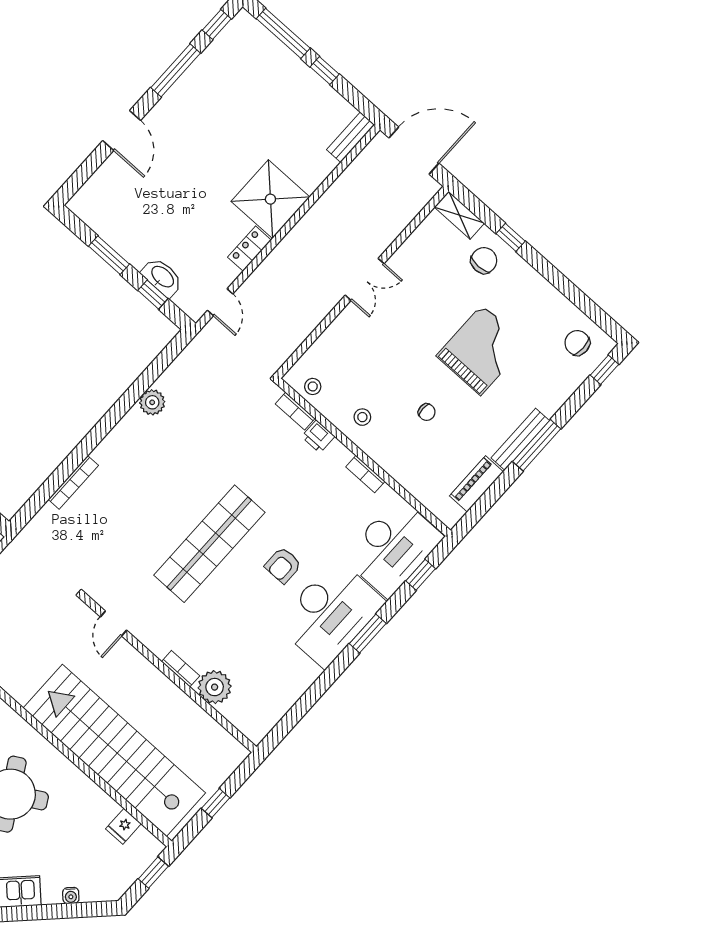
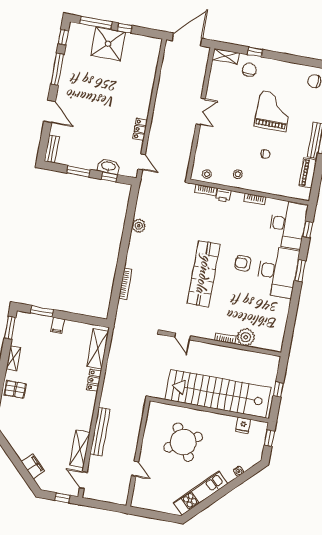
bench: (351, 137) -> (52, 149), moved
shower: (270, 199) -> (108, 44), moved
armchair: (283, 565) -> (243, 263), turned 90

